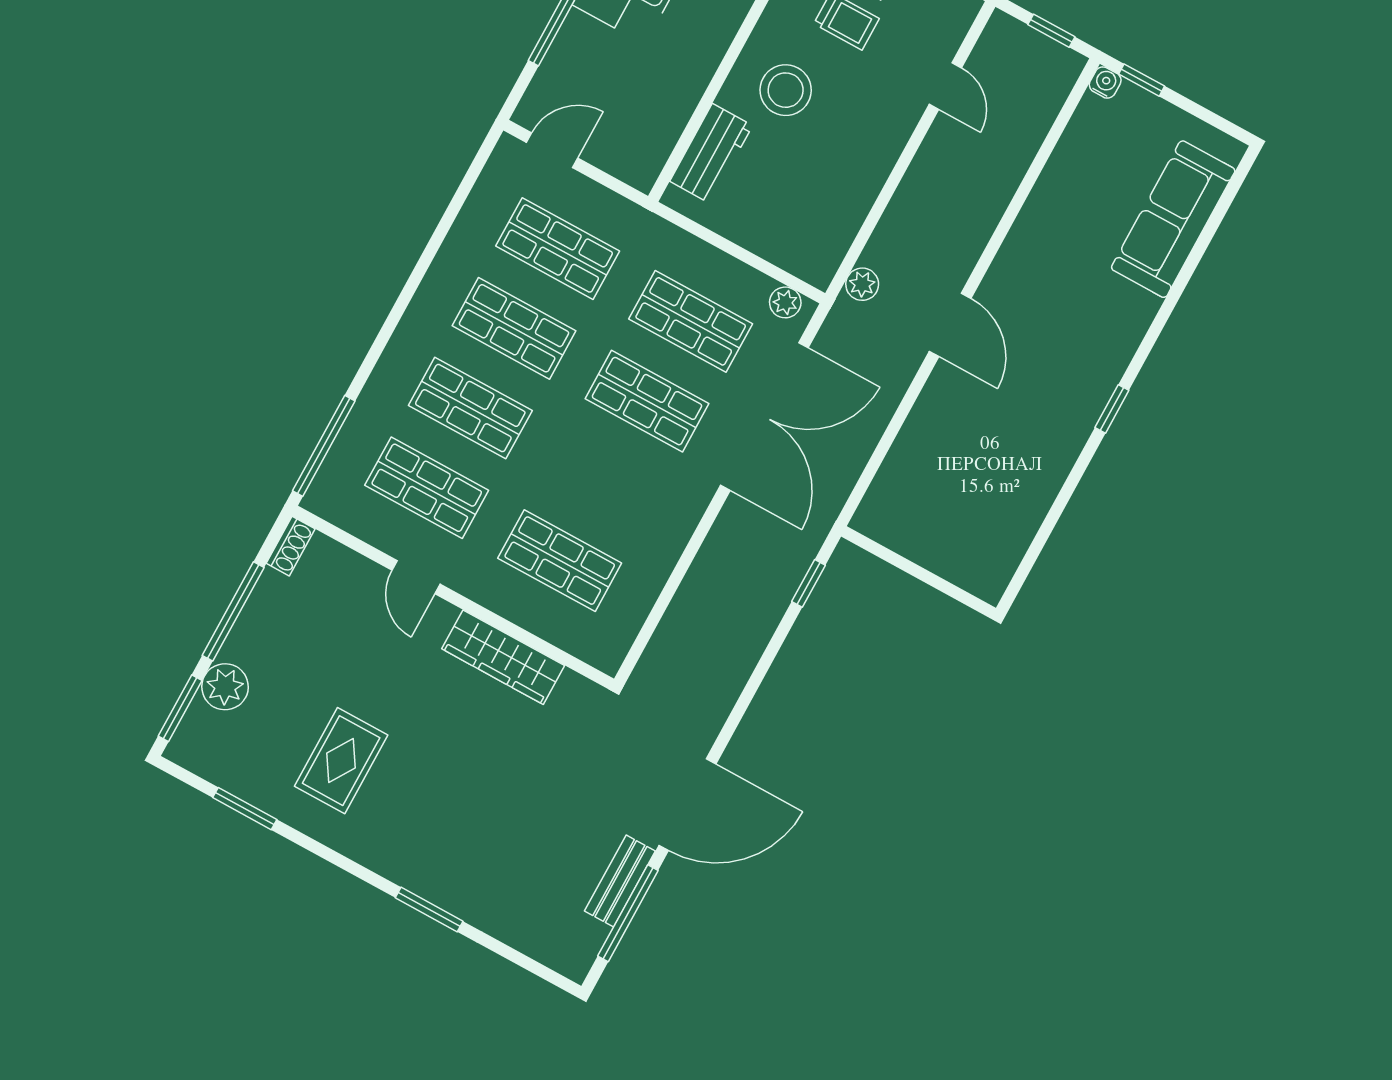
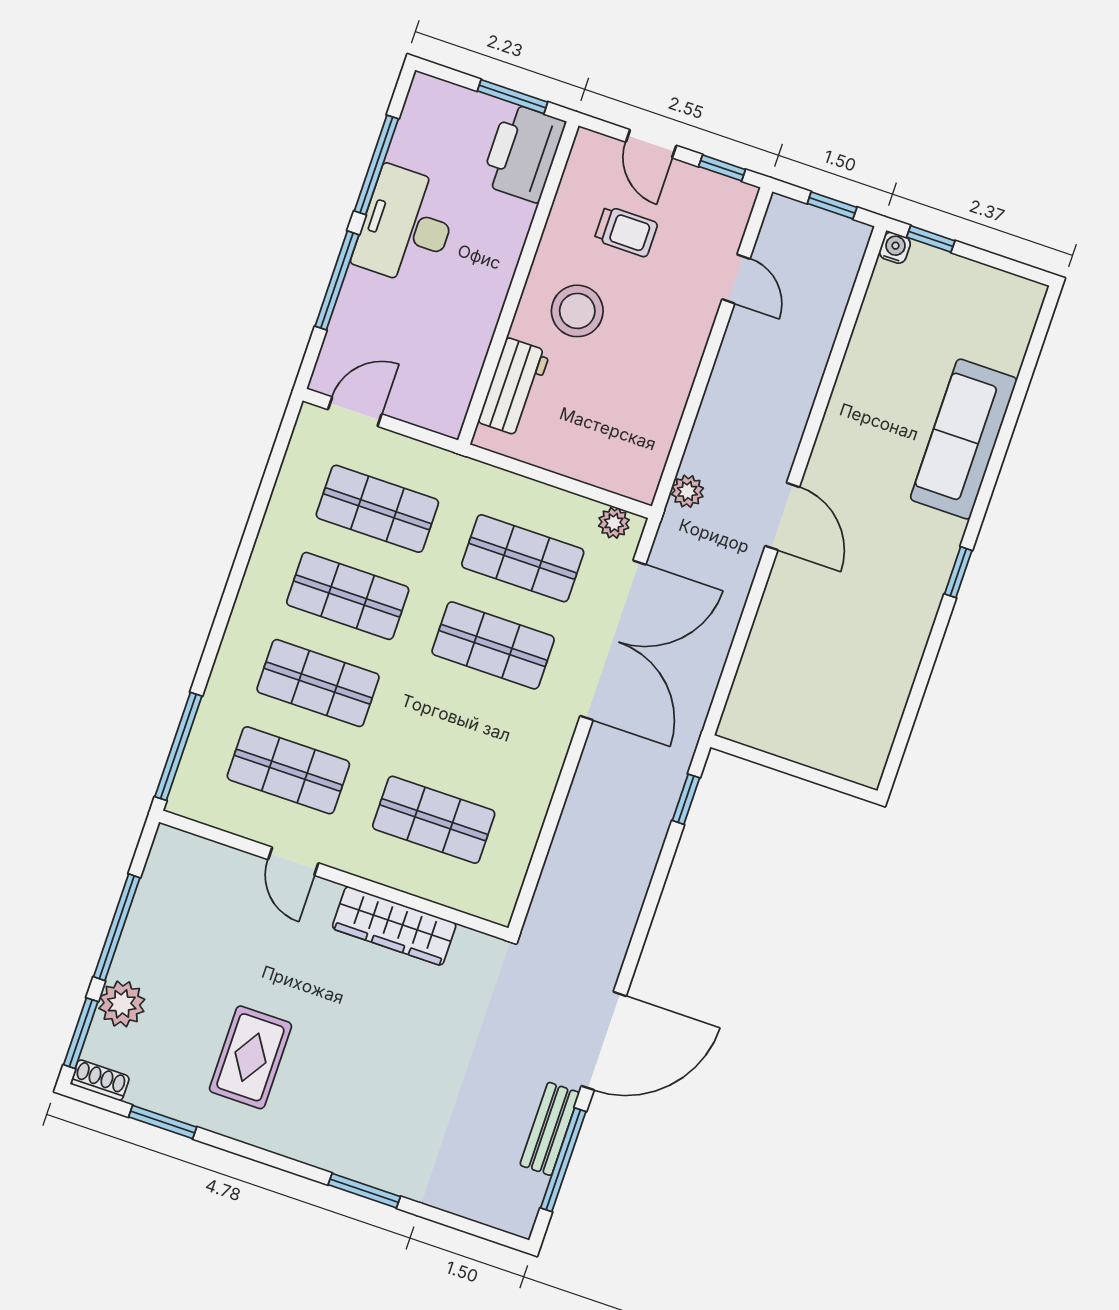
sofa: (1173, 219) -> (964, 439), moved
shoe rack: (291, 546) -> (100, 1080), moved, turned -90

